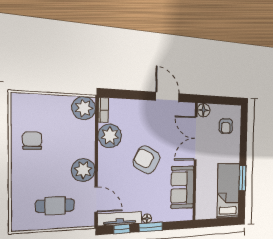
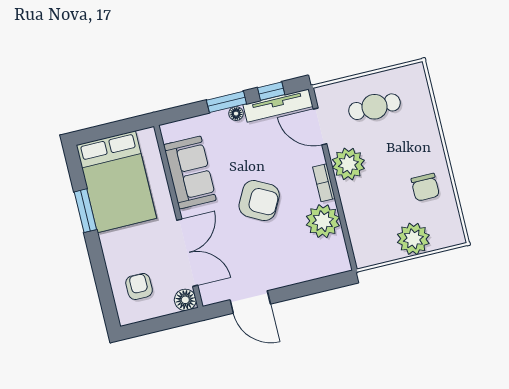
plant: (84, 108) -> (413, 239), moved
bookcase: (103, 110) -> (324, 183), moved
bed: (228, 191) -> (116, 182), width x1.50

